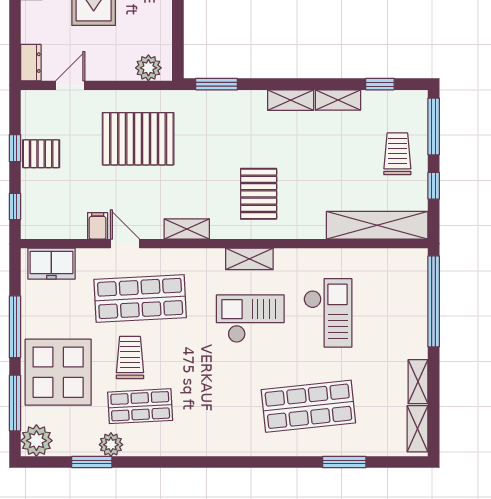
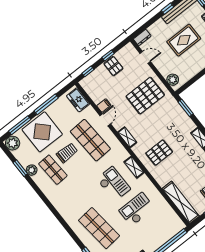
pallet: (138, 139) -> (145, 96), turned 90
checkout: (328, 313) -> (137, 209), turned 180

